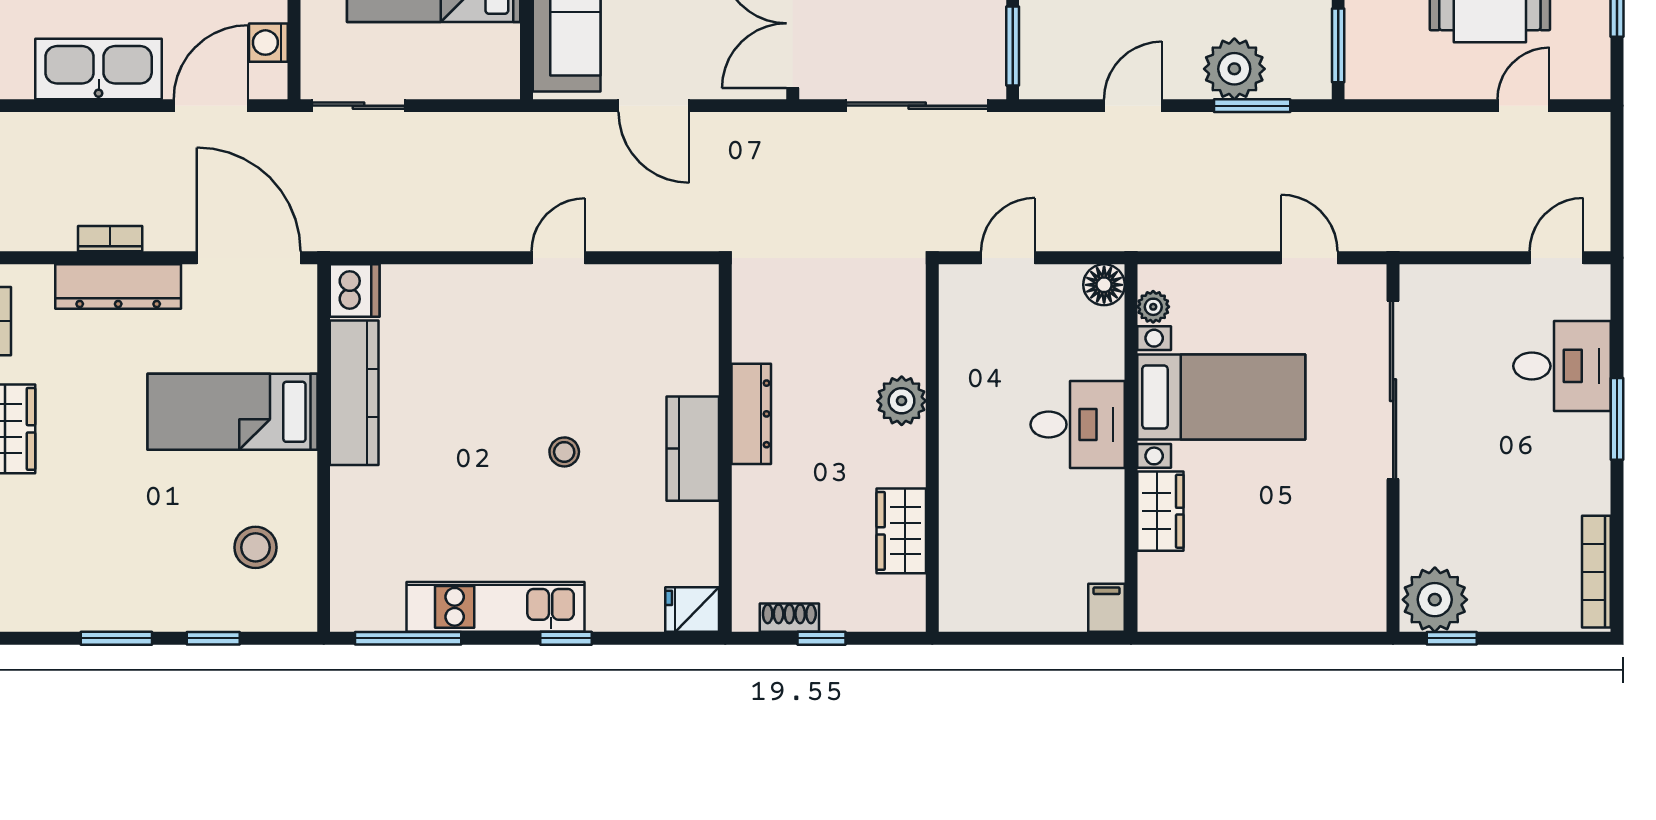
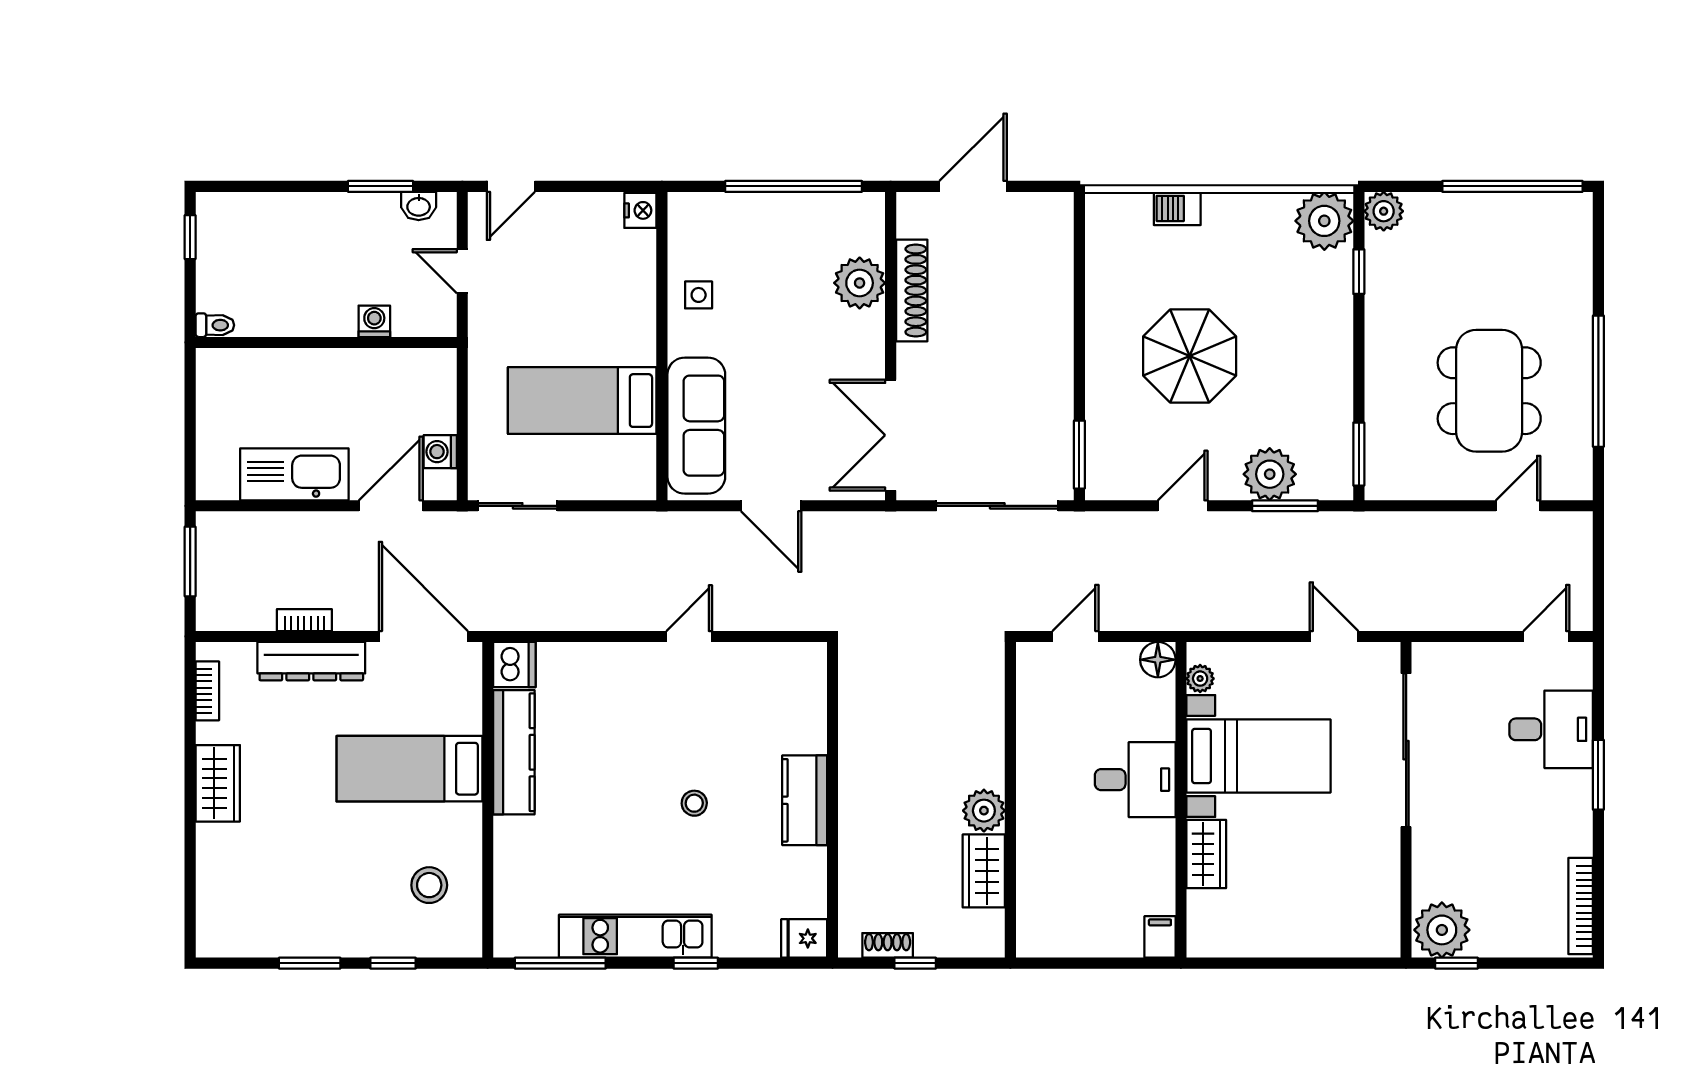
plant: (902, 401) -> (984, 811), moved
dresser: (751, 414) -> (855, 771), removed

